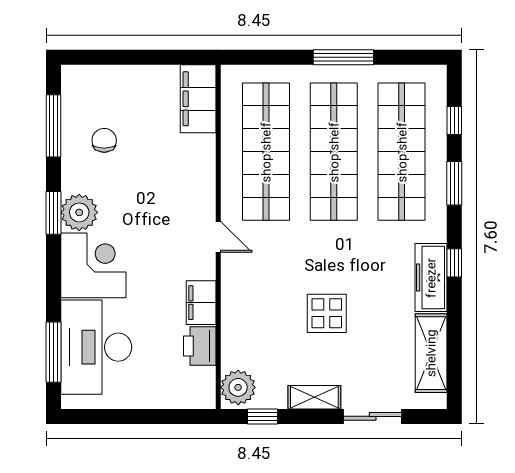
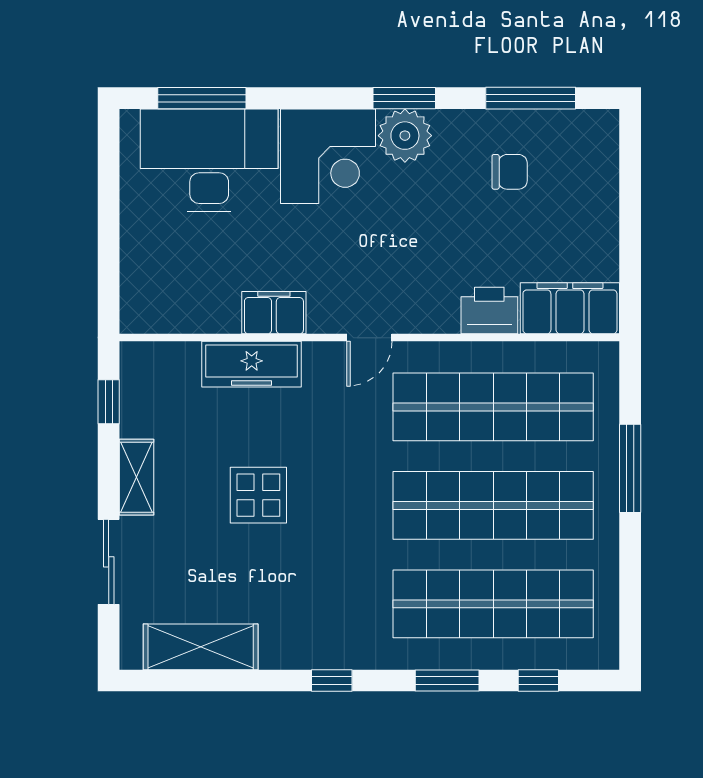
window: (343, 57) -> (630, 468), moved
freezer: (431, 278) -> (252, 364), moved, turned 180
printer: (200, 346) -> (489, 311), moved
plant: (238, 387) -> (151, 366), removed

